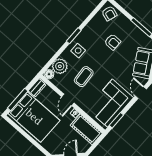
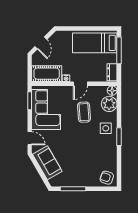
armchair: (112, 42) -> (85, 158), removed
door: (68, 100) -> (80, 84), swing flipped
bed: (34, 117) -> (95, 43), width x0.67

